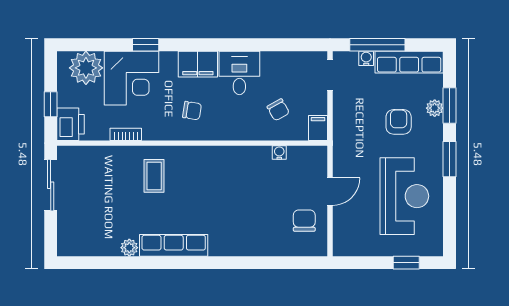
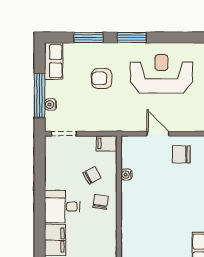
row of seats: (409, 62) -> (54, 61), width x0.68
plant: (435, 108) -> (91, 49), removed
chair: (192, 111) -> (100, 202), moved

